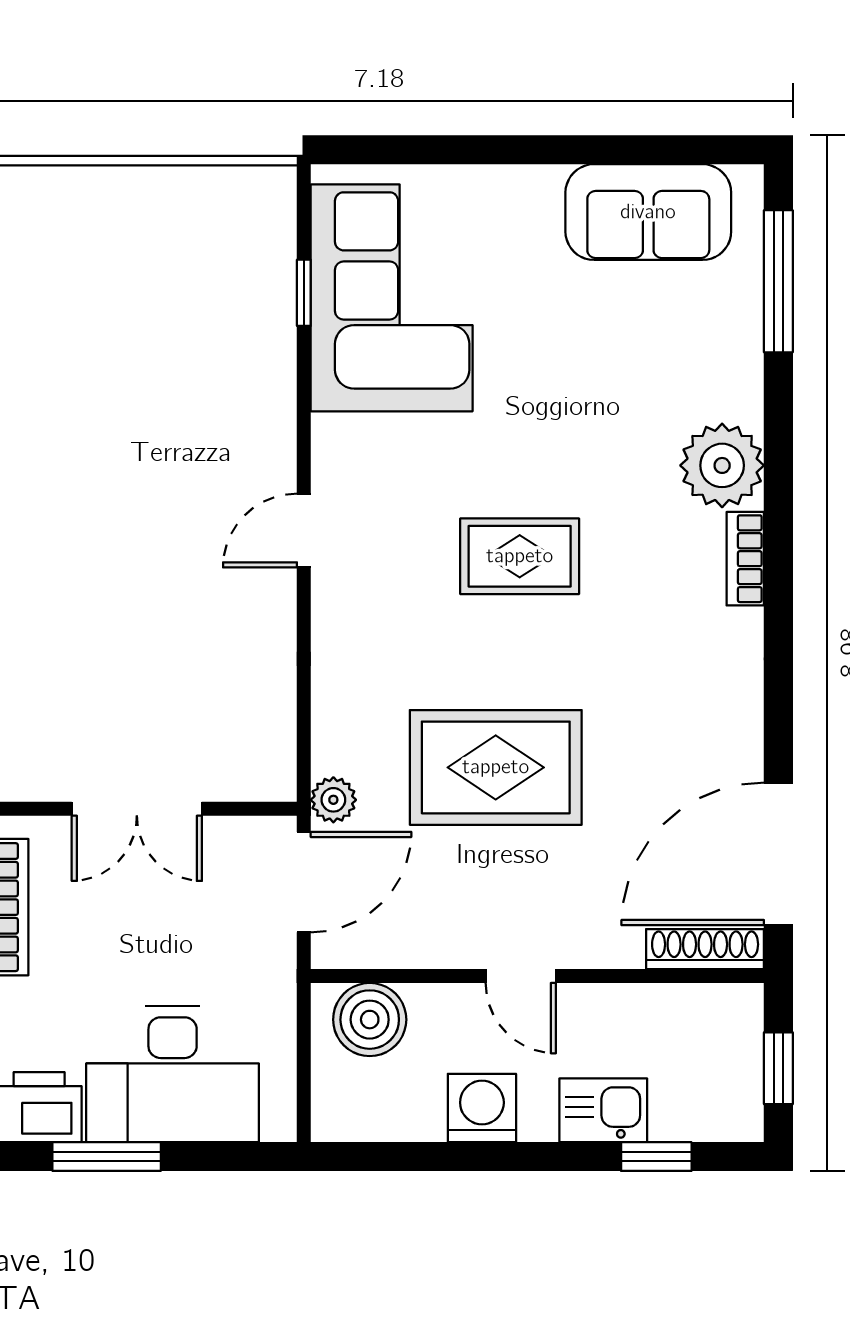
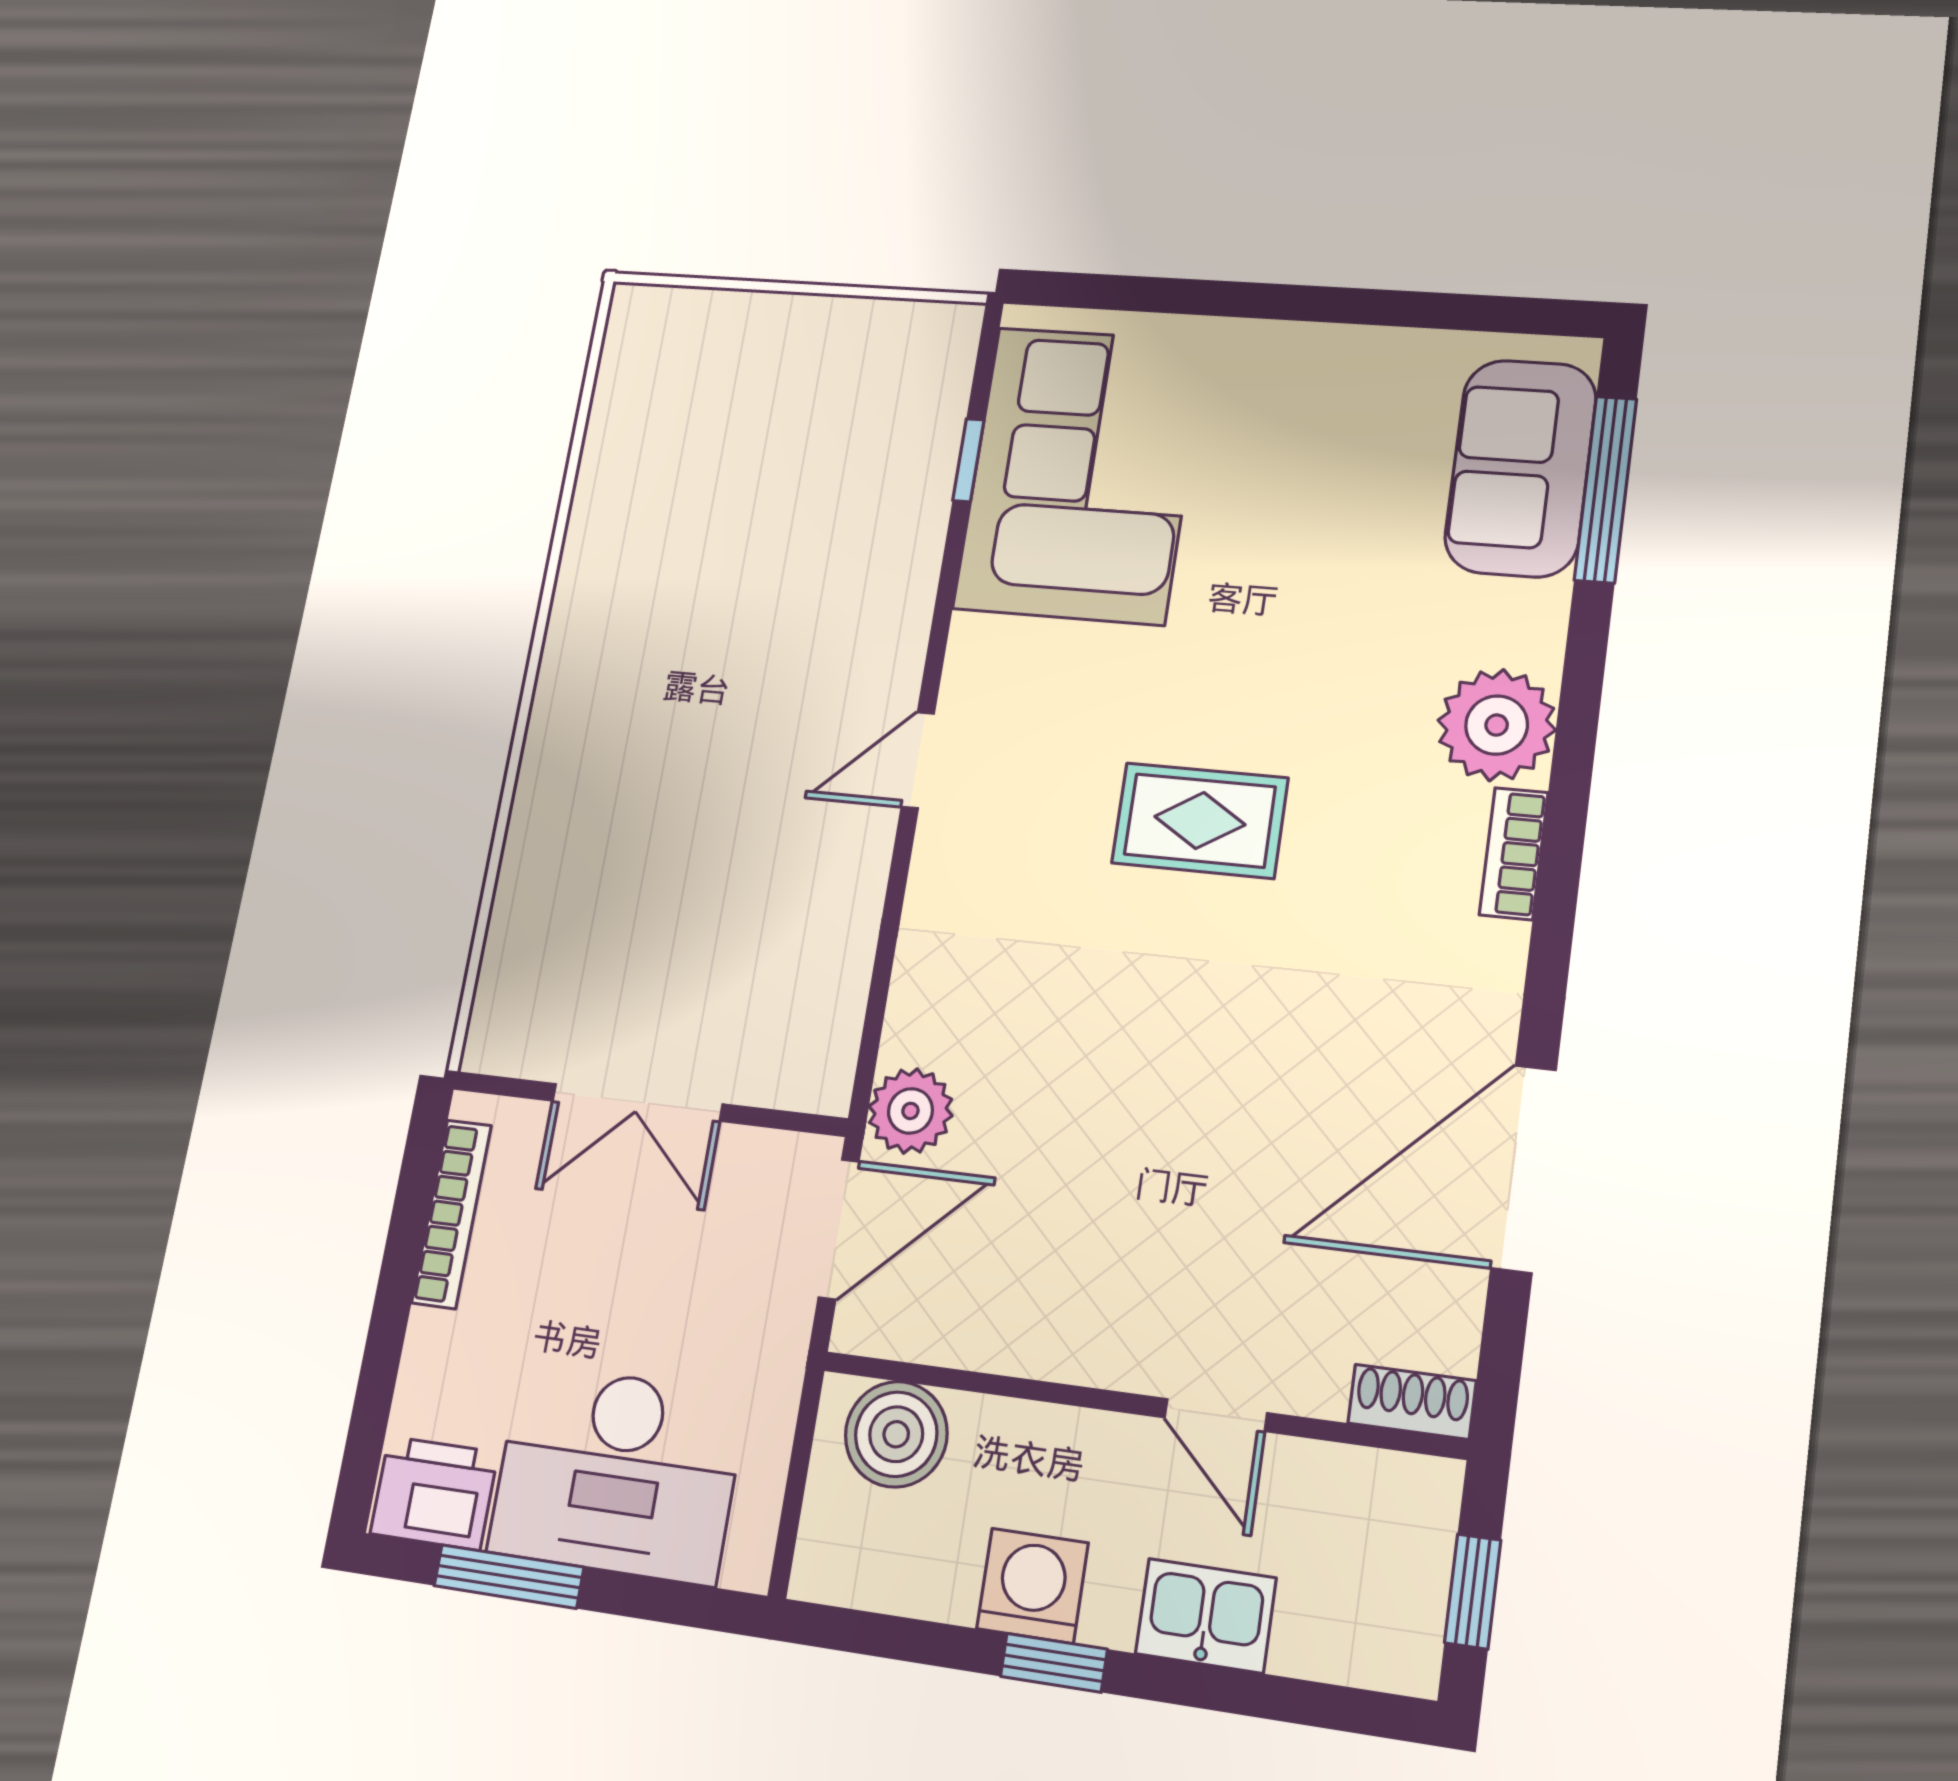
sofa: (648, 212) -> (1521, 468), moved, turned 90
rug: (496, 767) -> (1125, 1103), removed
plant: (333, 800) -> (910, 1111), width x1.38, depth x1.38
door: (778, 854) -> (1524, 1169), moved
shoe rack: (705, 949) -> (1412, 1402), width x0.70
door: (521, 976) -> (1216, 1415), moved
window: (656, 1157) -> (1054, 1663), moved

